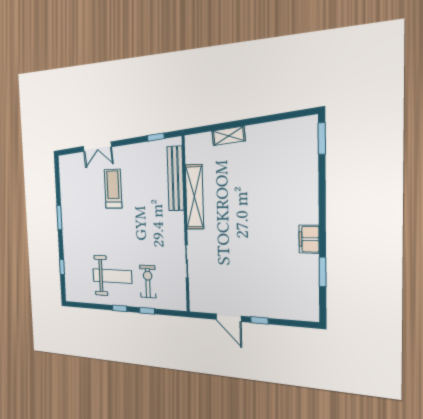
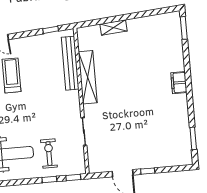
filing cabinet: (309, 239) -> (179, 83), moved
window: (323, 272) -> (193, 138), moved
window: (120, 308) -> (73, 177), moved

